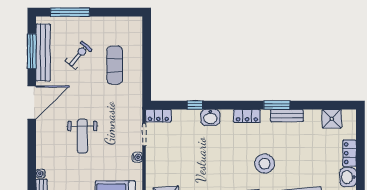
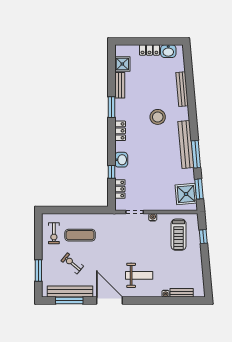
window: (70, 12) -> (38, 270), width x0.69
exercise bike: (117, 32) -> (54, 233), added
locker: (158, 116) -> (120, 189), moved
bench: (287, 116) -> (120, 85), moved
weight bench: (82, 136) -> (139, 275), moved

